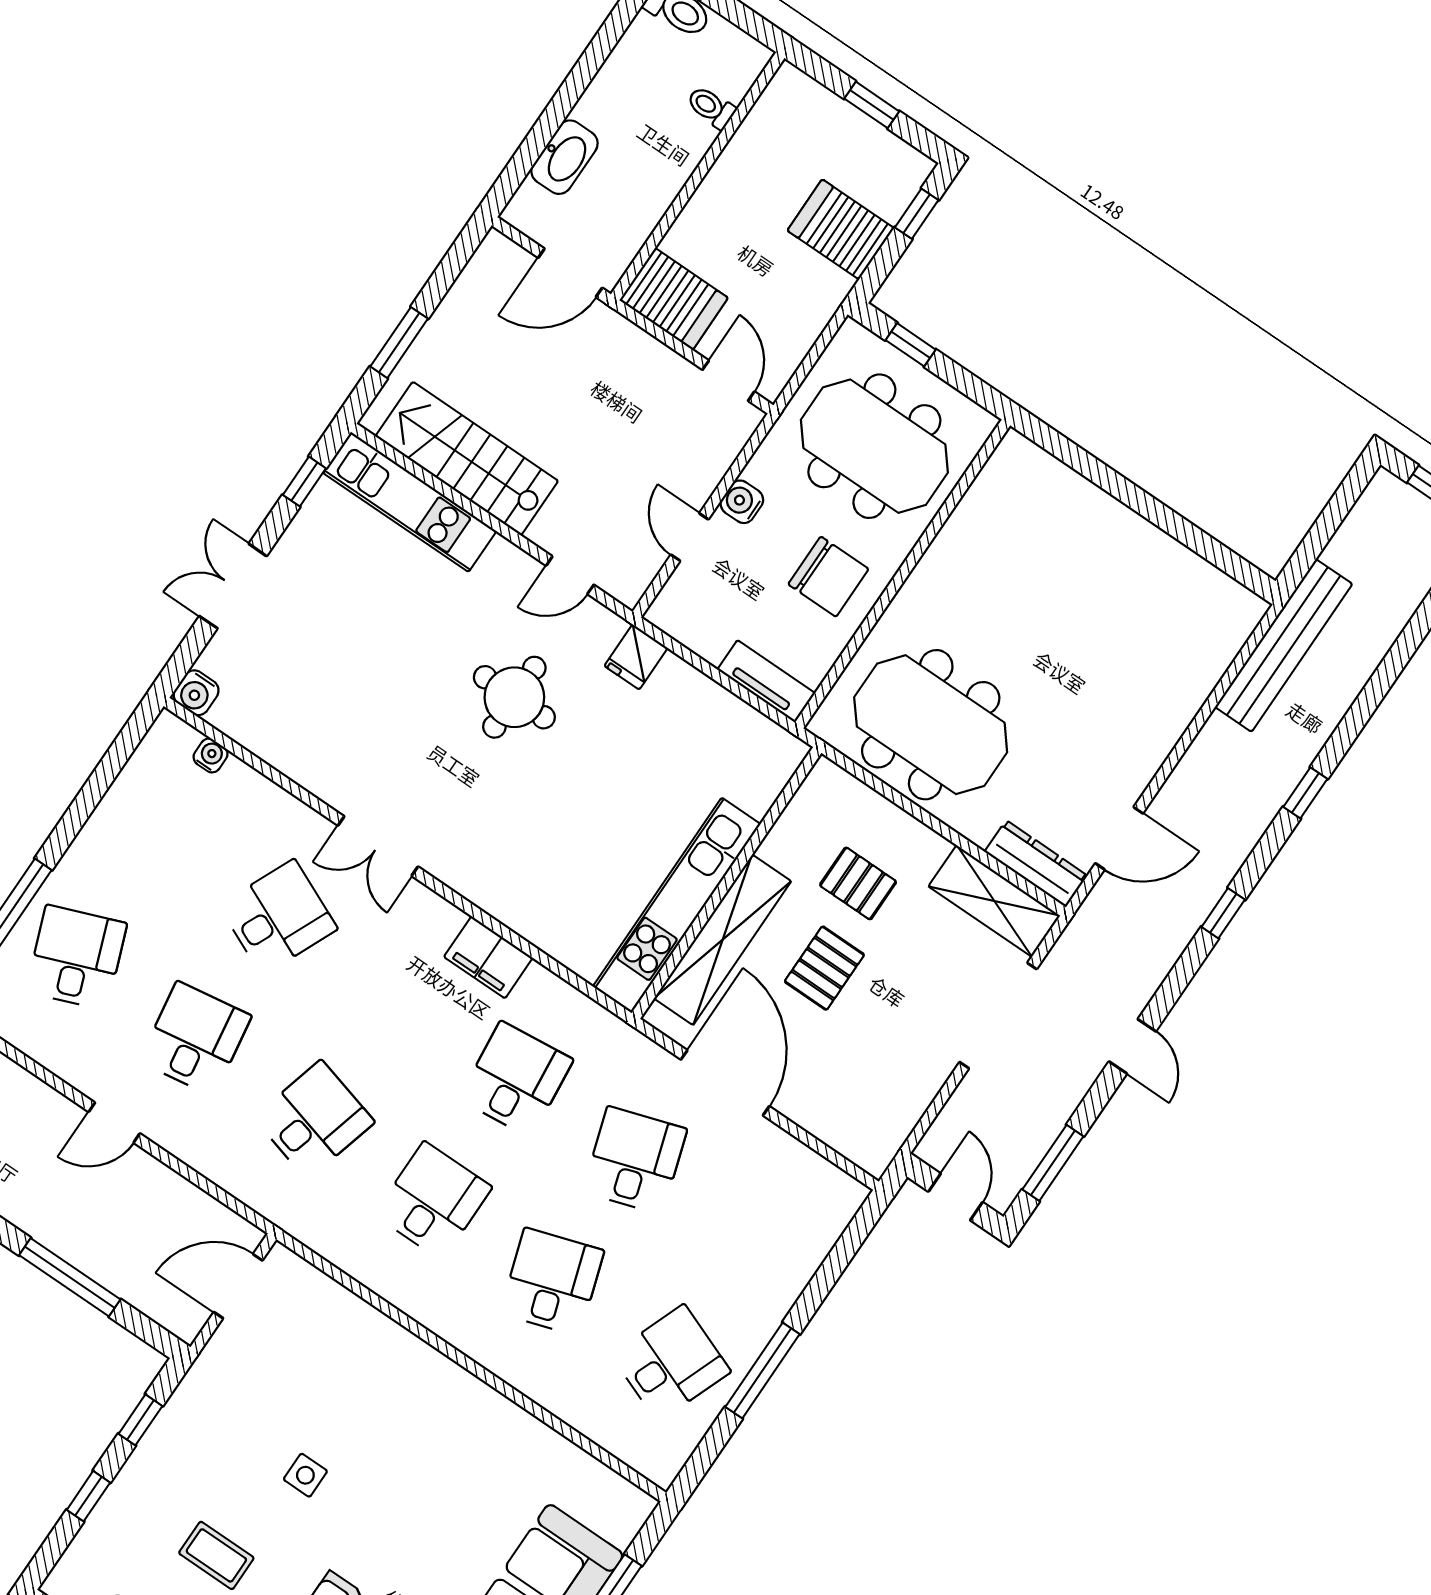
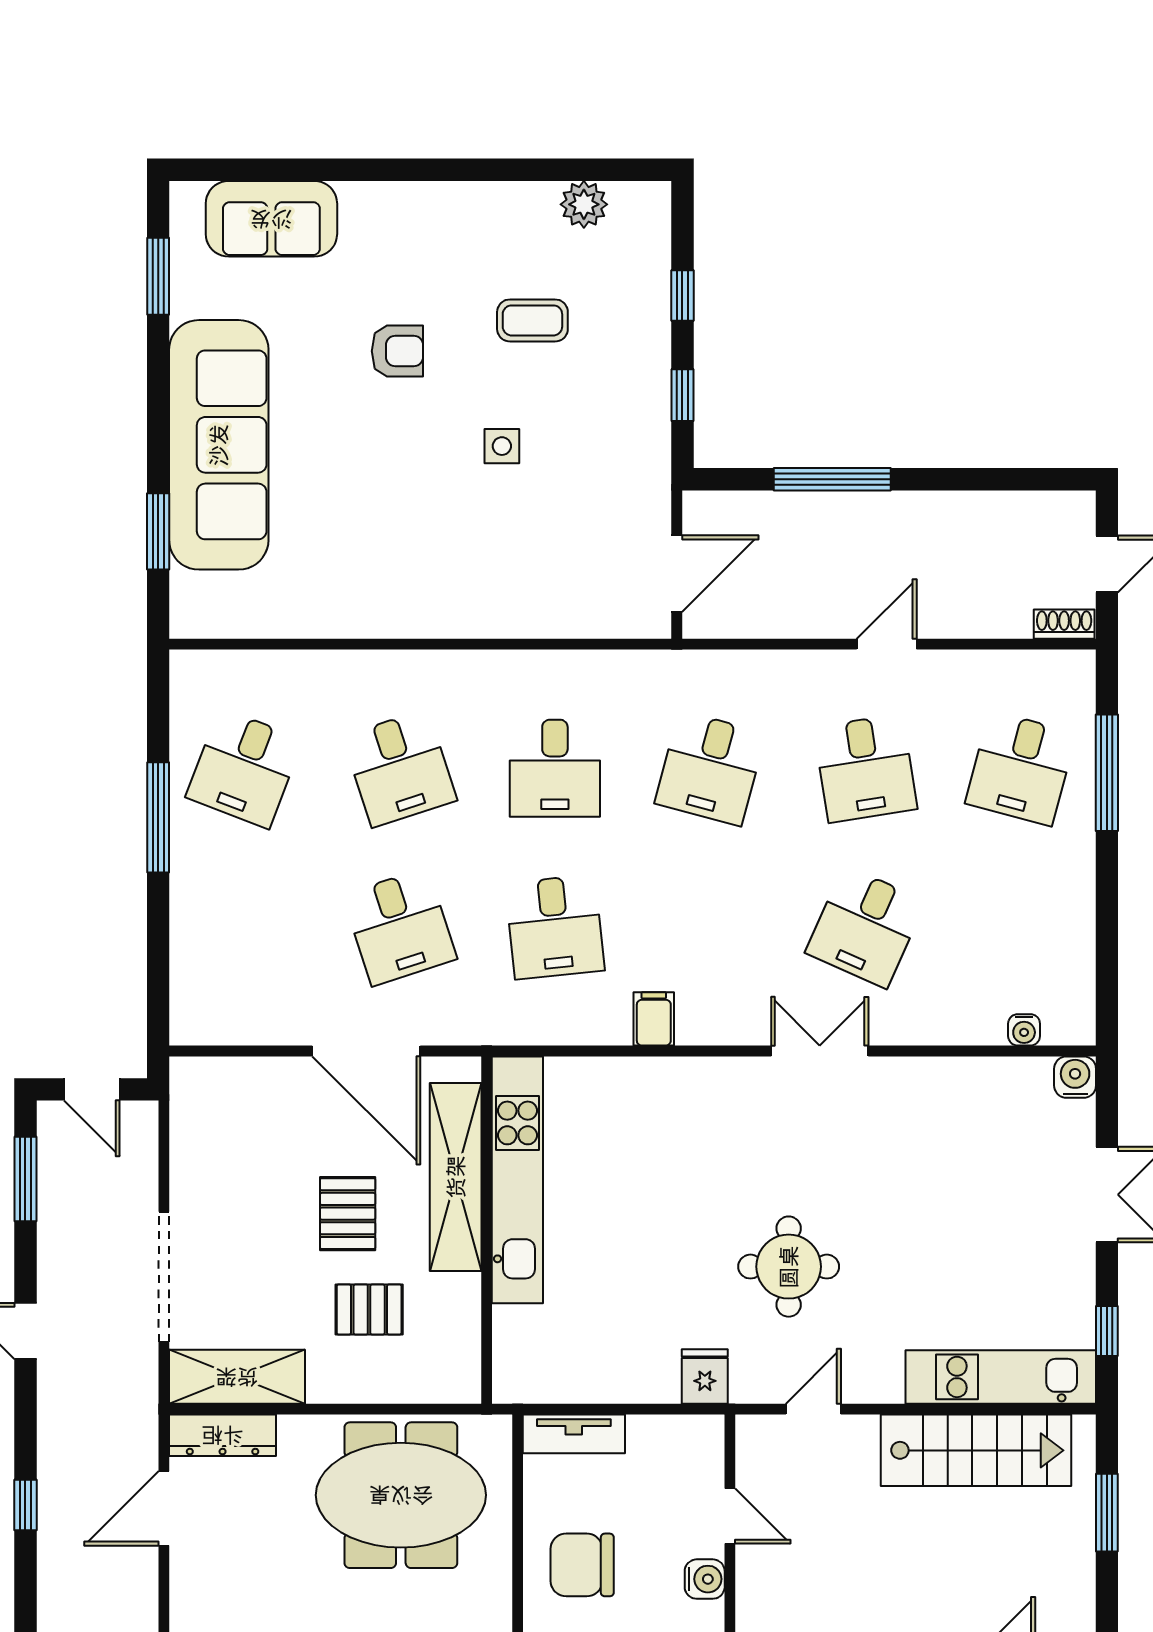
filing cabinet: (488, 957) -> (654, 1019), width x0.50
desk: (76, 958) -> (1021, 768), turned 36

